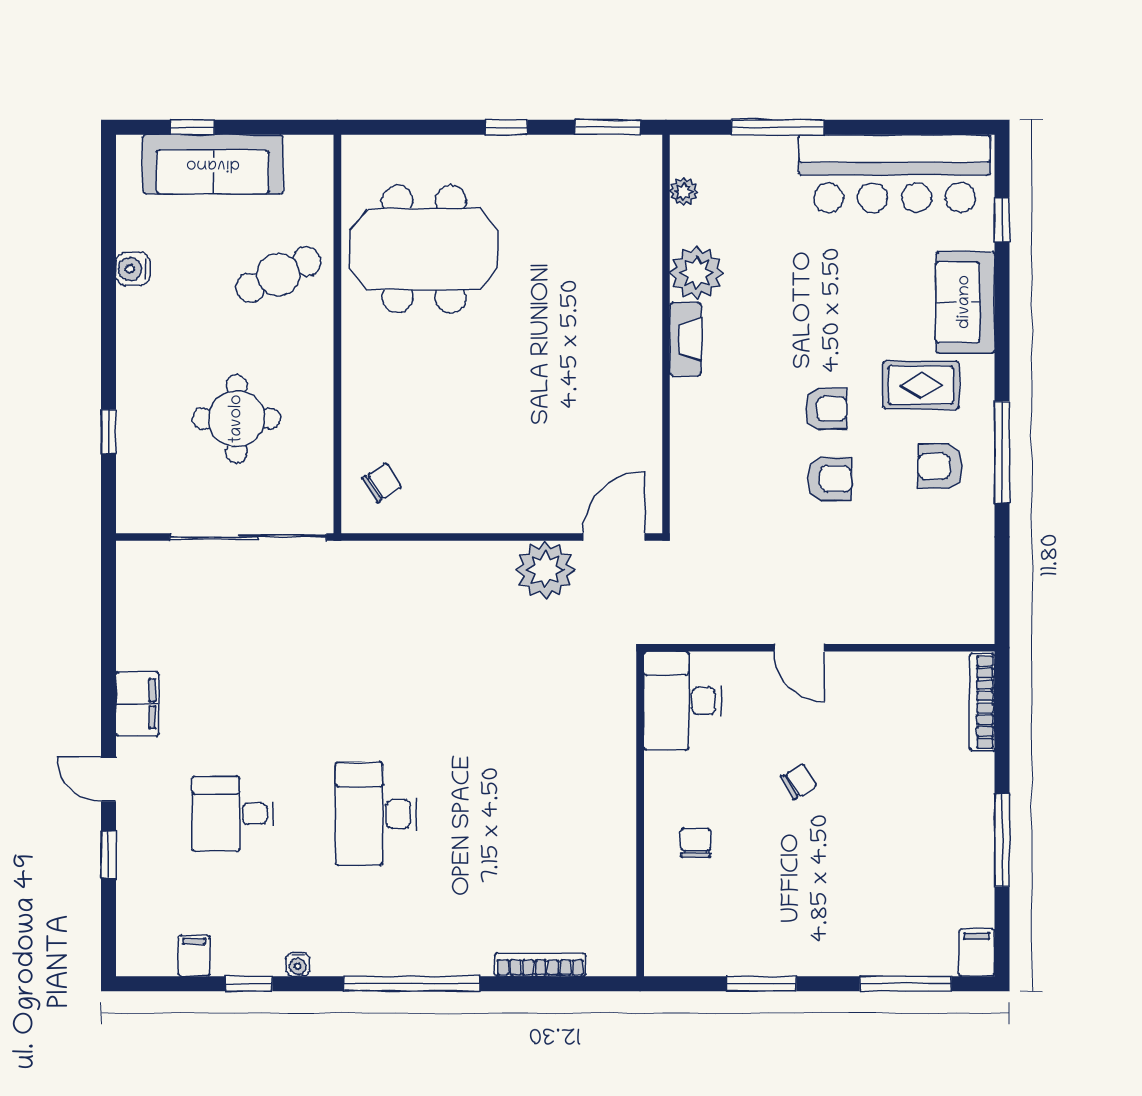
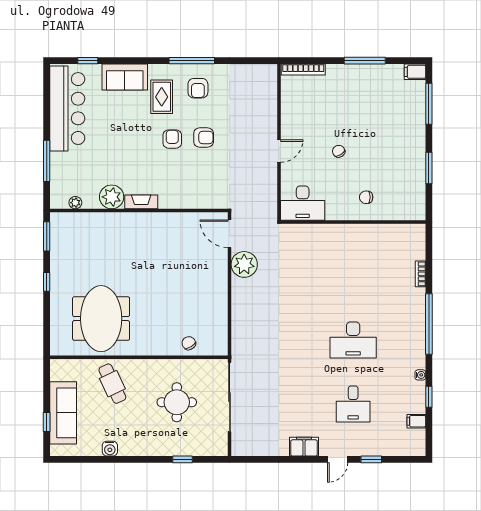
armchair: (830, 479) -> (204, 138), turned 90
chair: (382, 483) -> (189, 343), moved
bookcase: (540, 965) -> (420, 274), width x0.64

